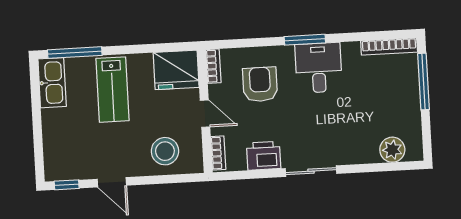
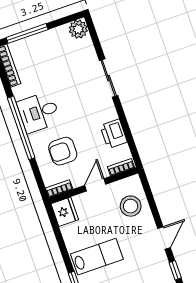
window: (305, 40) -> (21, 128), width x2.11
fridge: (176, 70) -> (65, 212), width x0.73, depth x0.75
plant: (392, 150) -> (78, 29), moved
sliding door: (311, 171) -> (109, 78), moved

